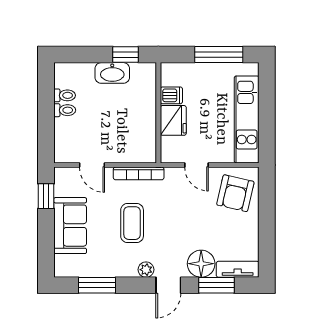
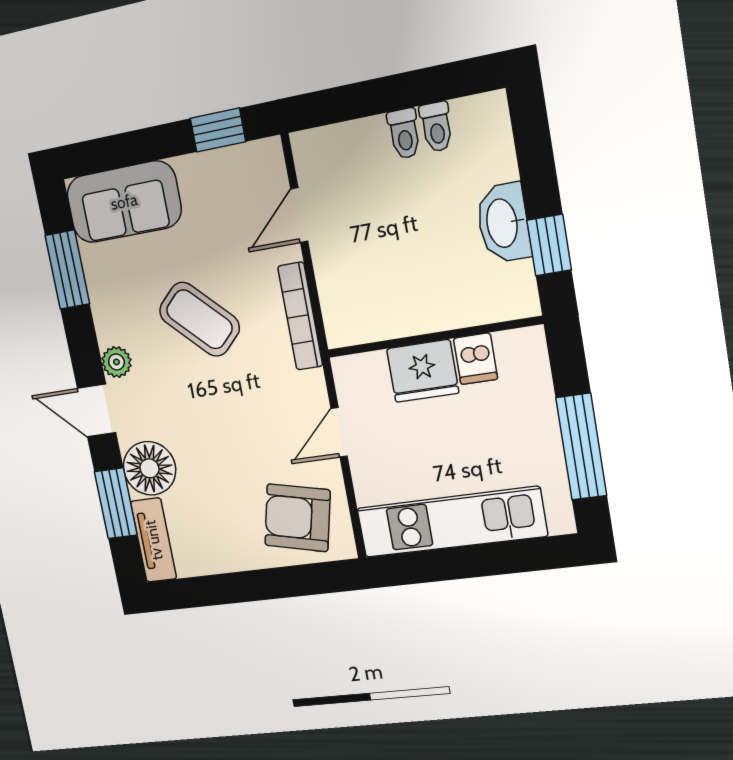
coffee table: (132, 223) -> (199, 319), turned 45
sofa: (70, 226) -> (124, 202), moved

